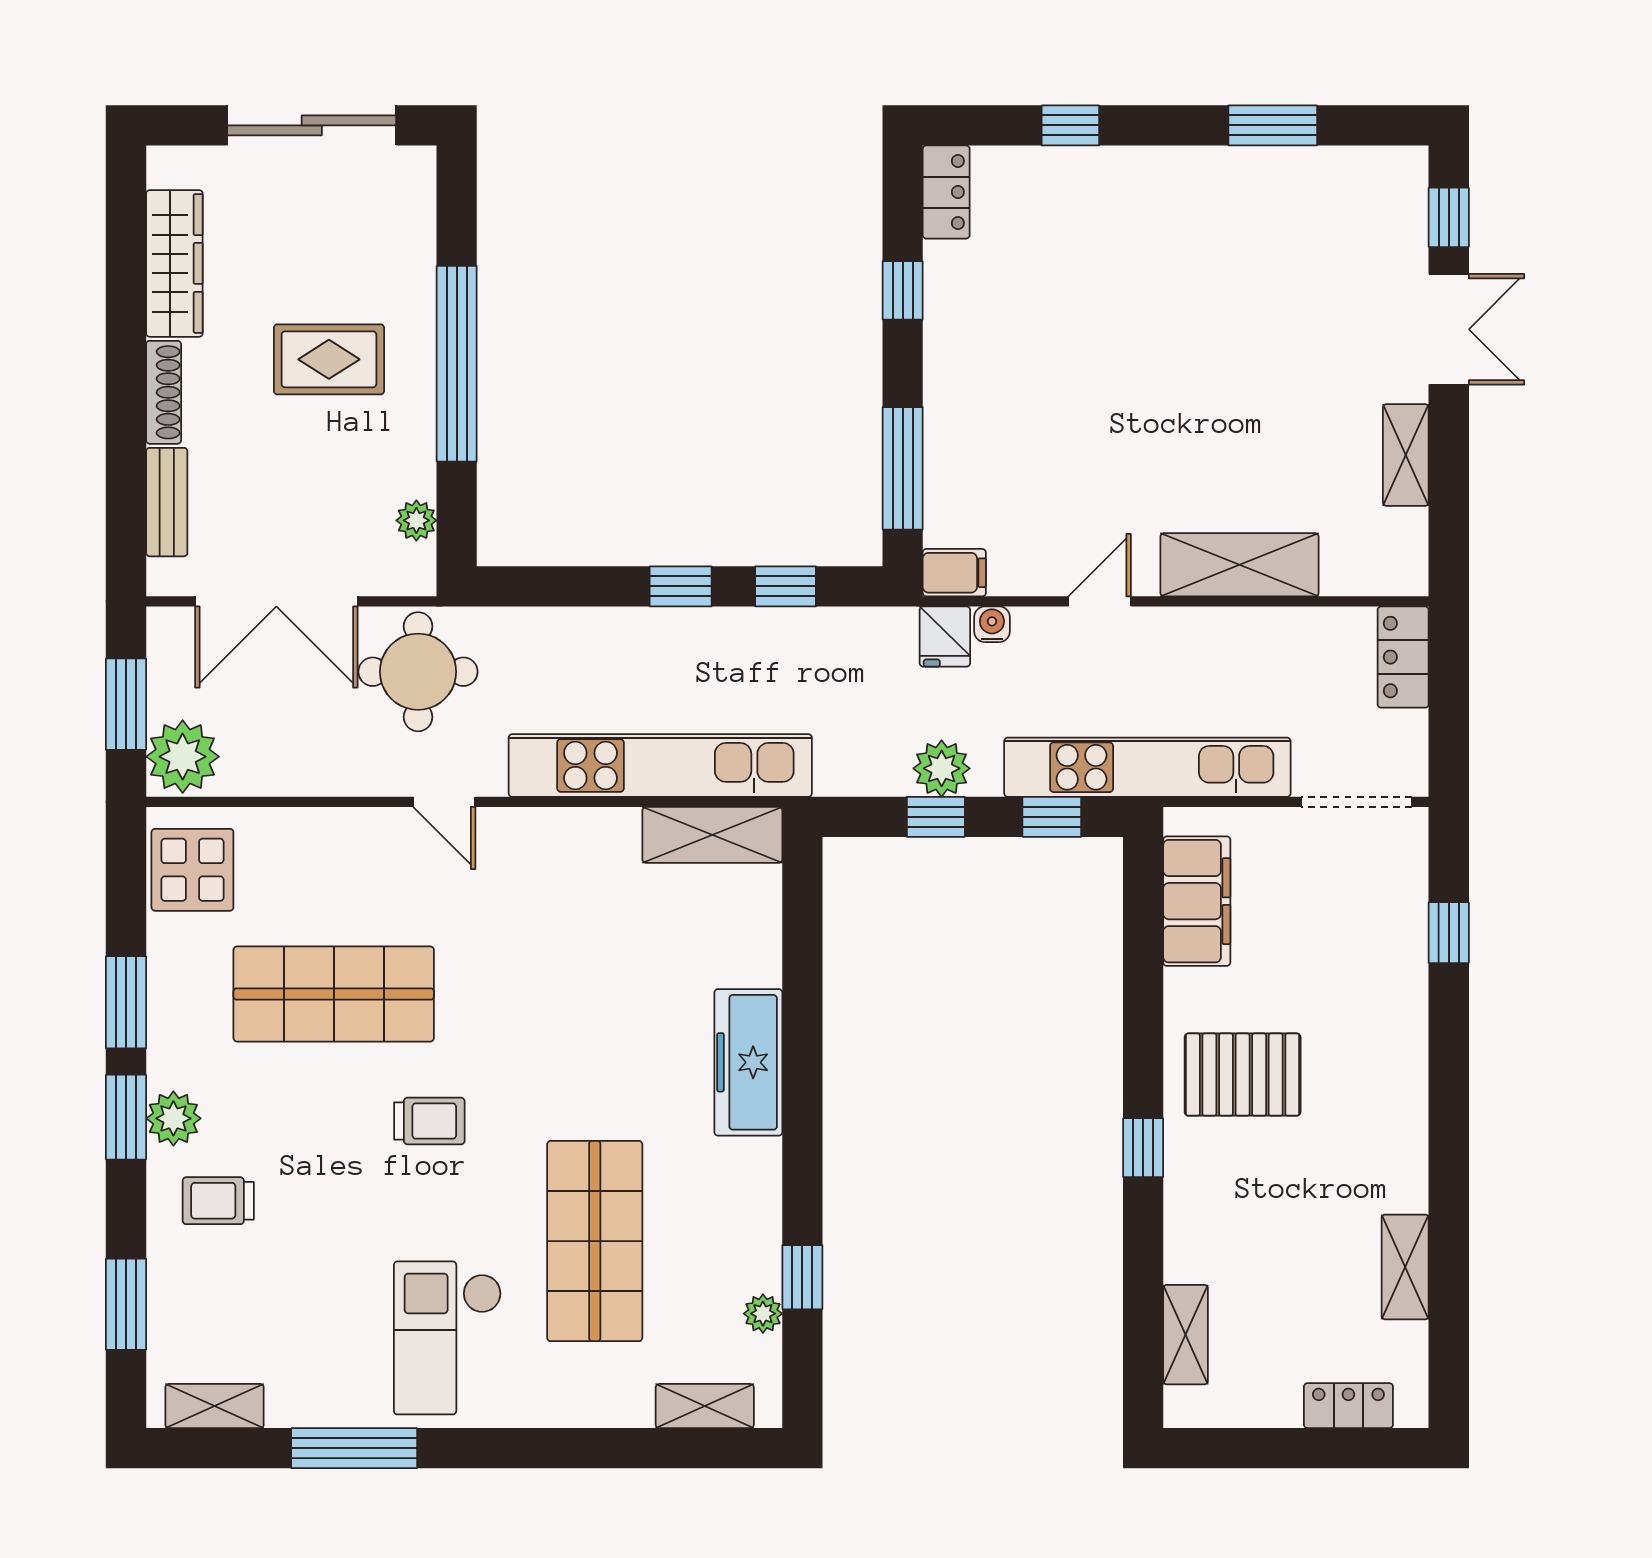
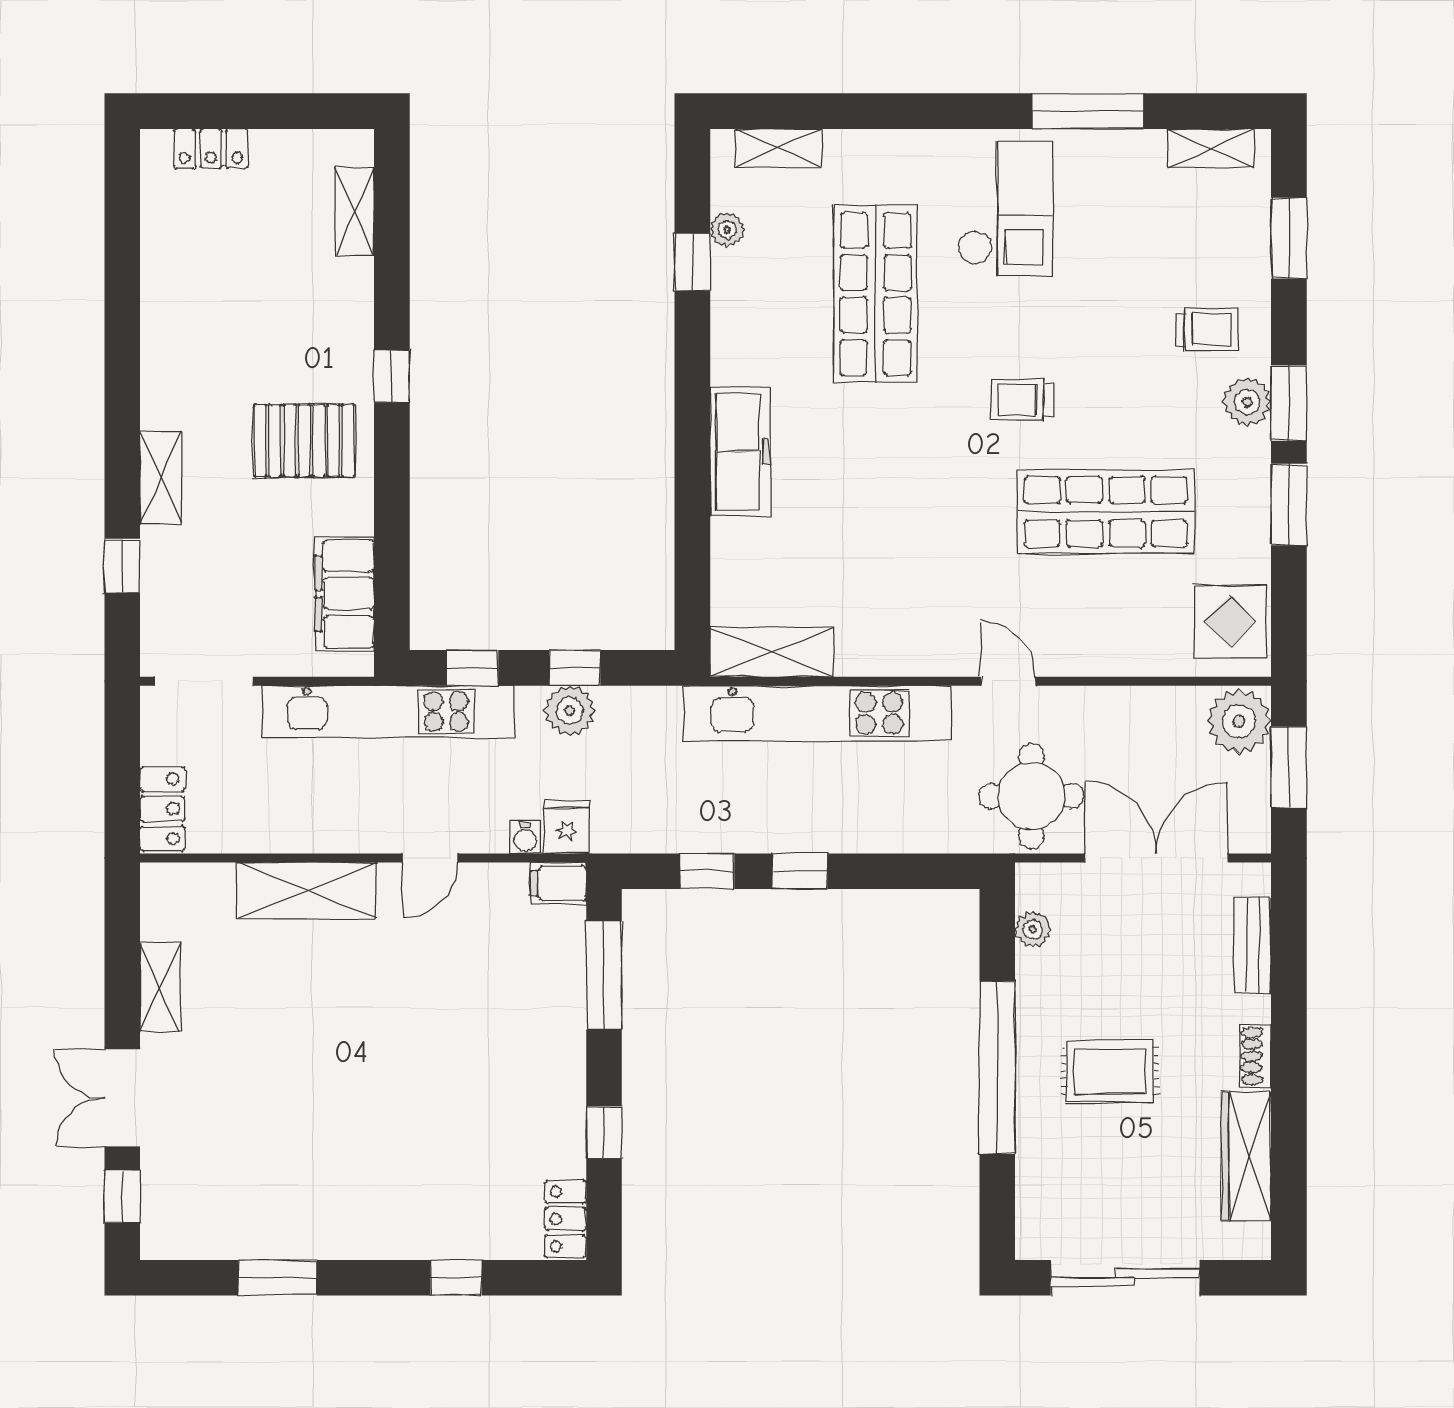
shoe rack: (164, 392) -> (1256, 1056), width x0.70
shelving: (1405, 1267) -> (161, 477), moved

